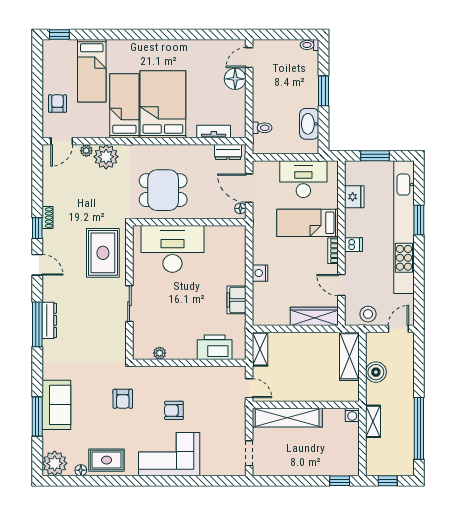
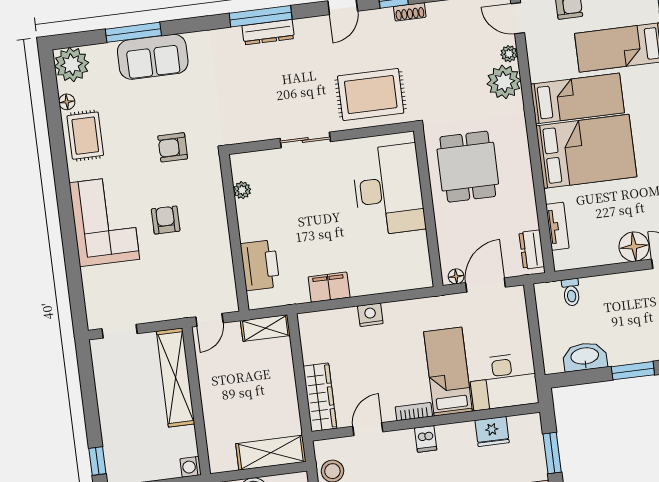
desk: (303, 179) -> (503, 382), moved, turned 90

